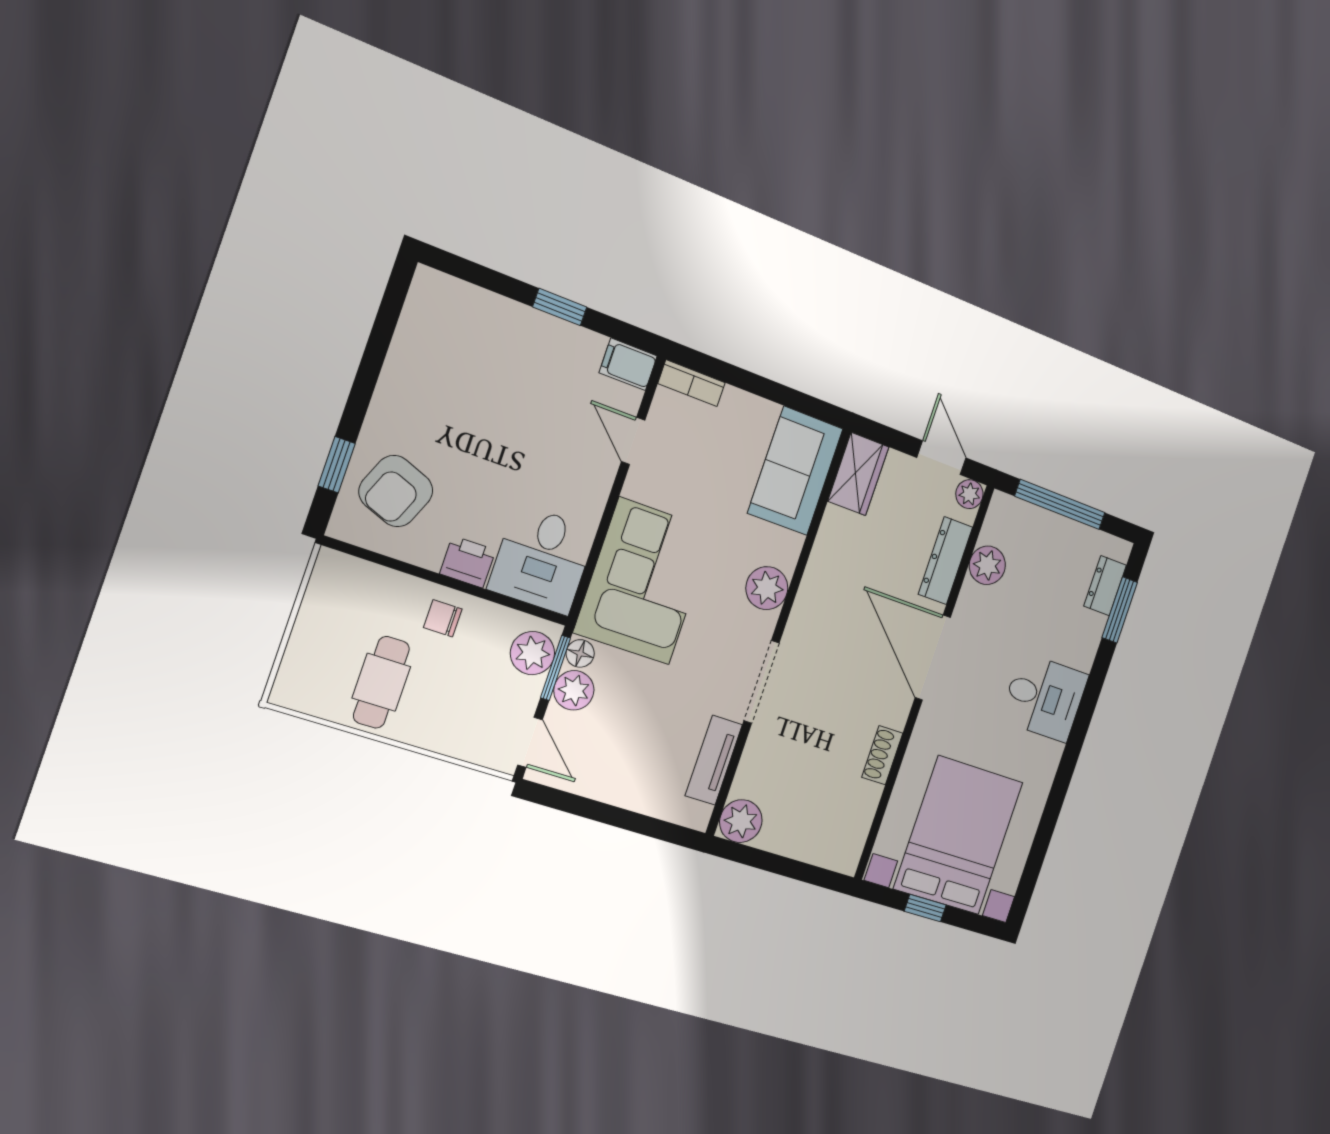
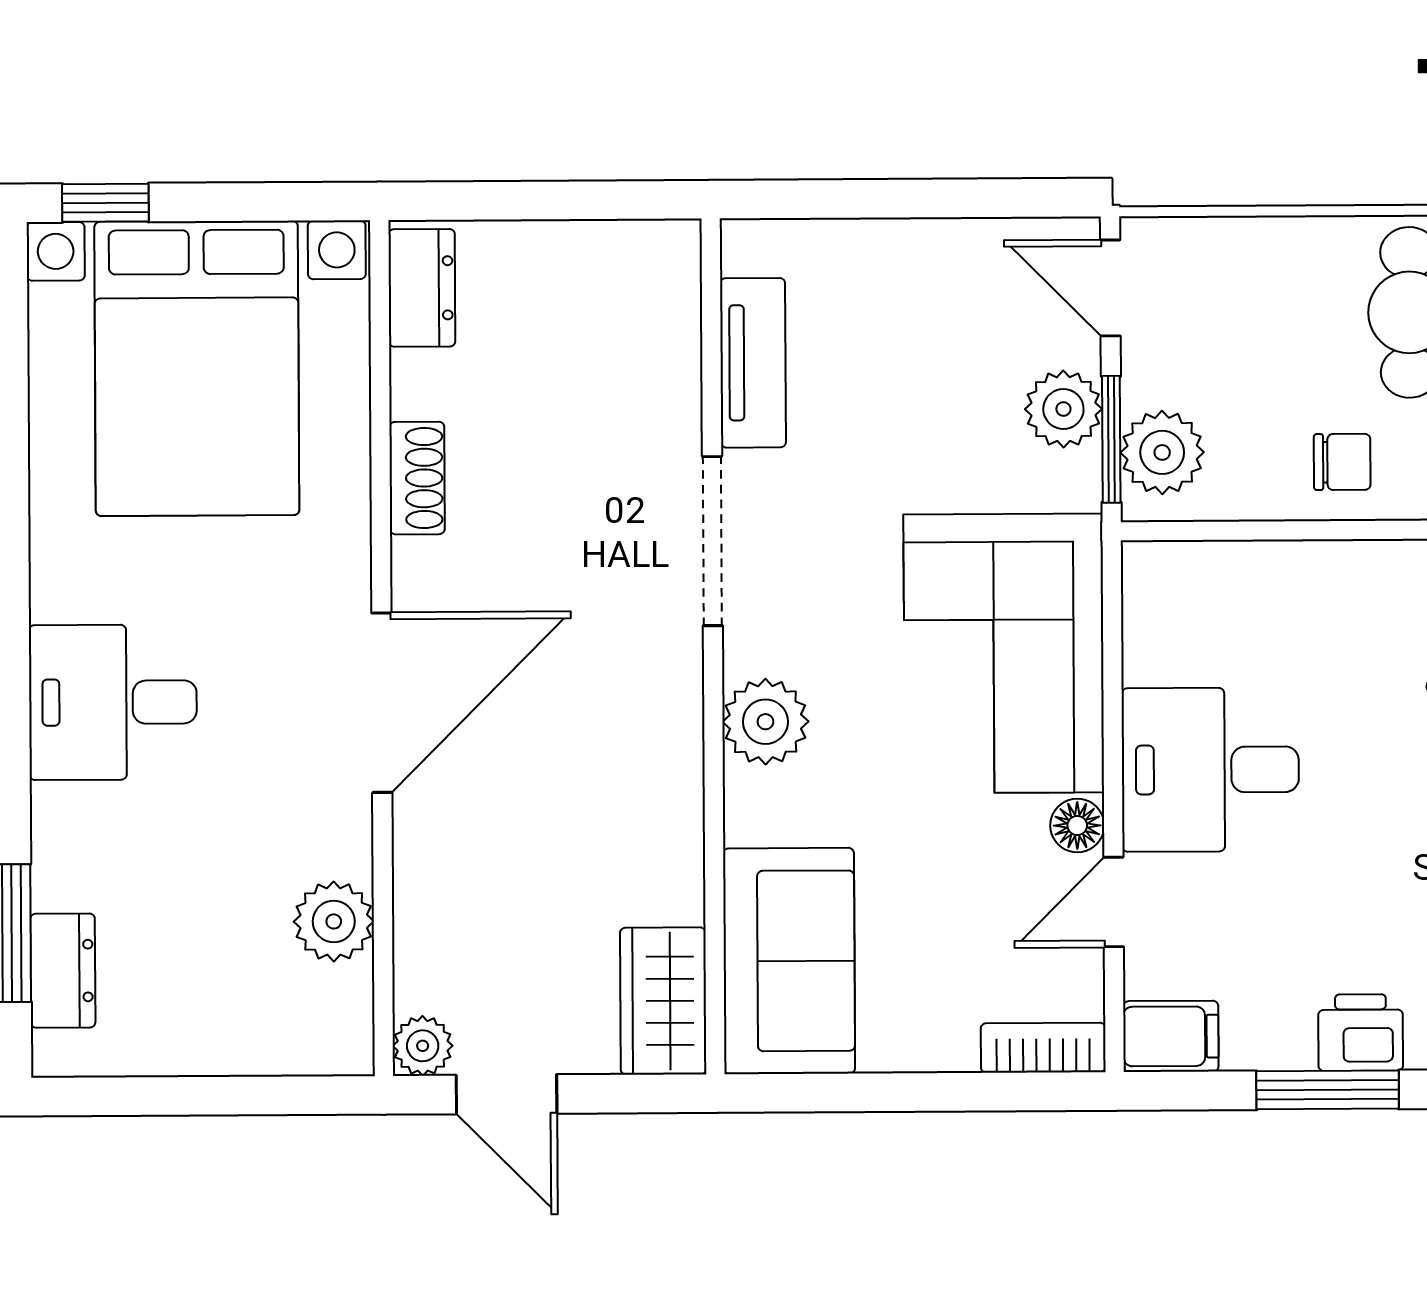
window: (560, 307) -> (1328, 1090), width x1.50
door: (633, 441) -> (1114, 902), swing flipped
window: (1060, 505) -> (223, 1096), removed
desk: (542, 559) -> (1210, 770), moved, turned -90
dresser: (945, 561) -> (422, 288), moved, width x0.70
printer: (468, 562) -> (1361, 1033), moved, turned 180
floor lamp: (580, 653) -> (1077, 826), moved
door: (933, 657) -> (382, 703), hinge flipped
plant: (741, 821) -> (658, 263), removed
window: (925, 908) -> (105, 203), moved

